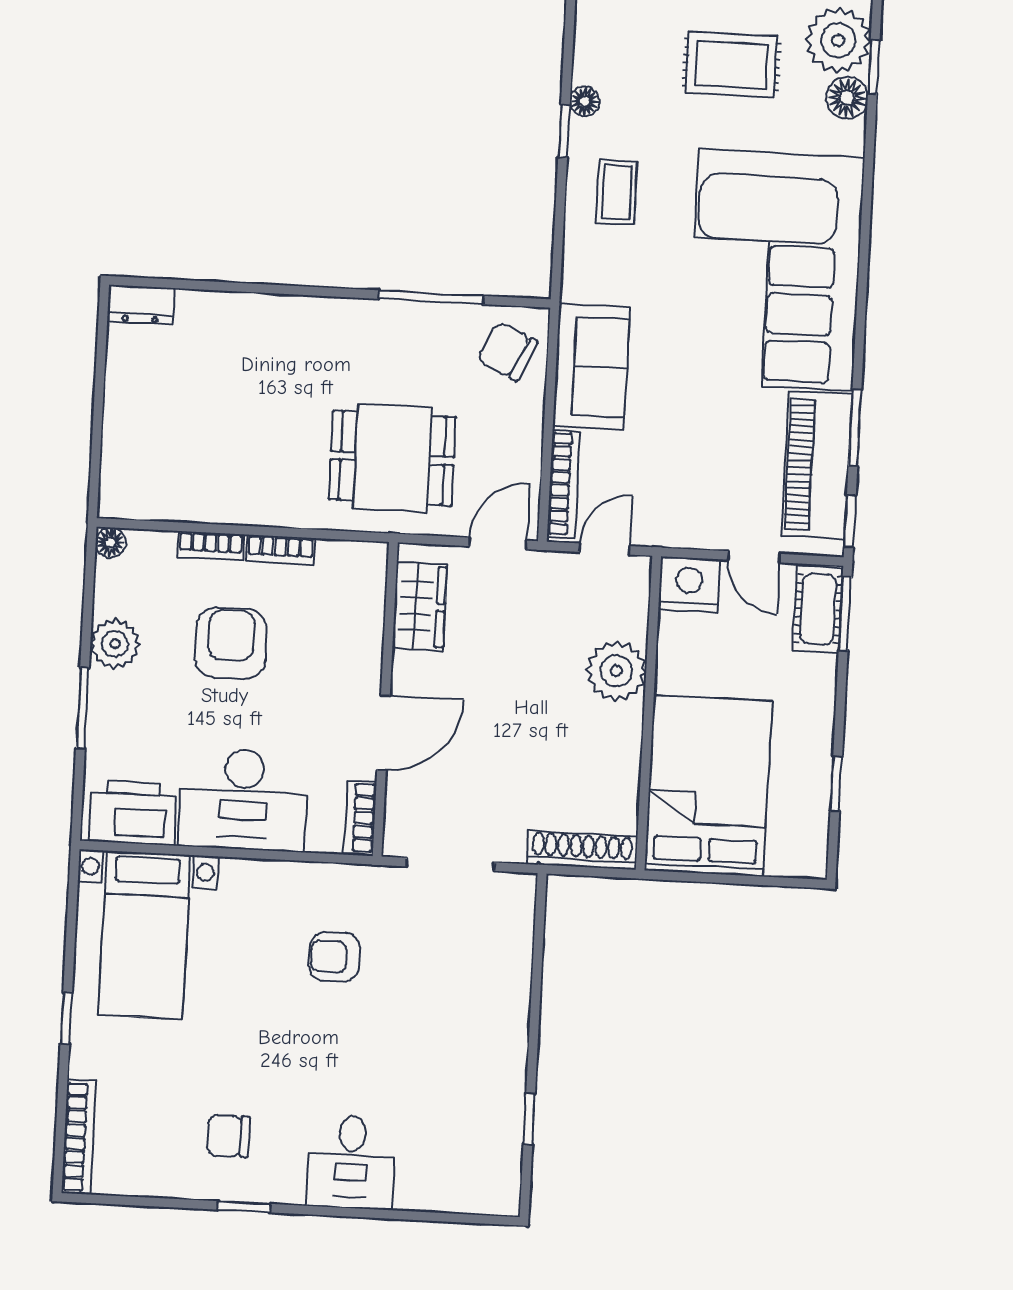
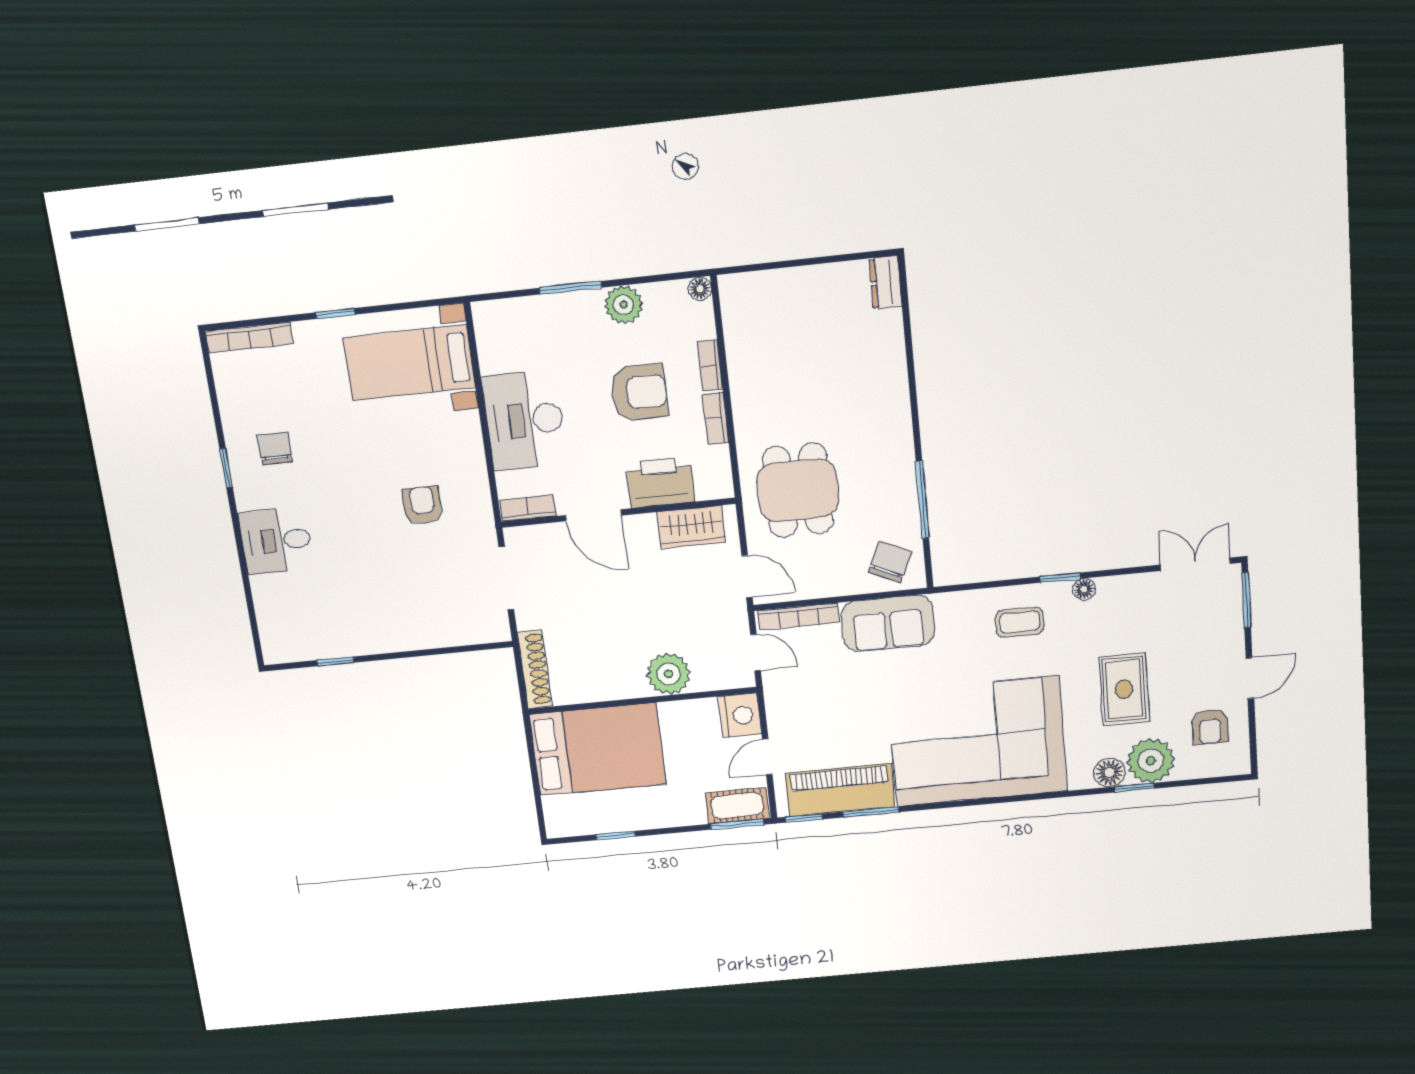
printer: (133, 813) -> (660, 482), moved, turned -90

